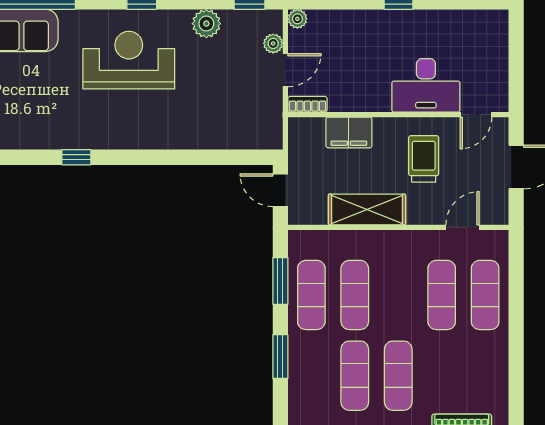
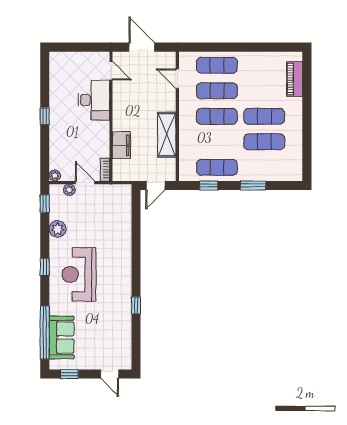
trolley: (424, 159) -> (137, 101), removed
window: (280, 281) -> (209, 186), width x0.67
exercise mat: (355, 295) -> (217, 116), moved

